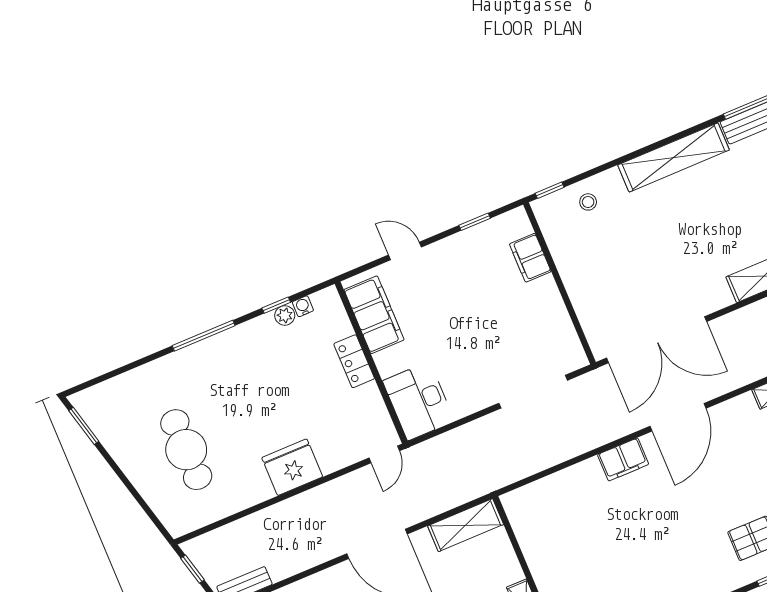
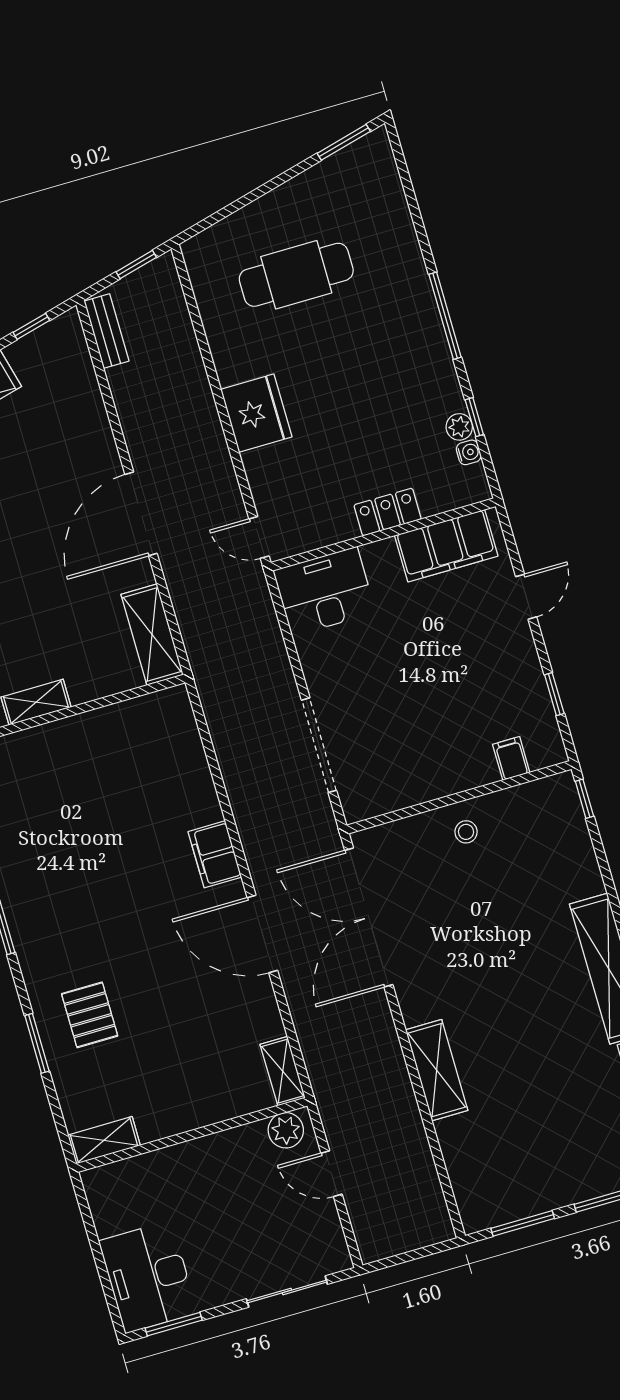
stool: (588, 202) -> (466, 832), moved
filing cabinet: (530, 258) -> (511, 758), width x0.50

